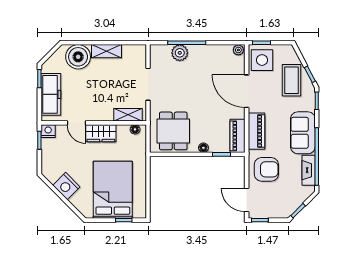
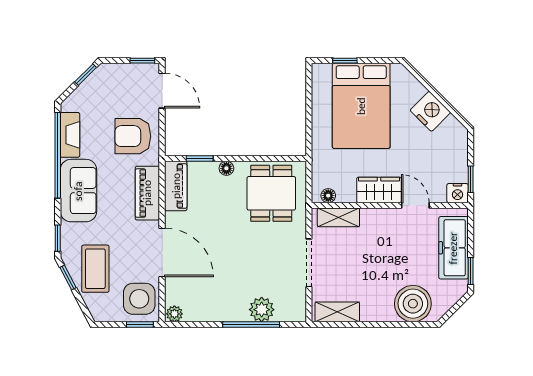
shelving: (106, 51) -> (337, 312), moved

